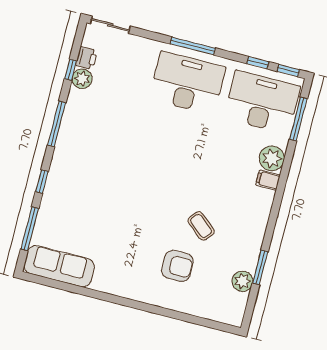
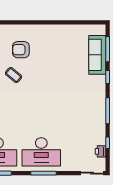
plant: (82, 79) -> (100, 139), removed
sofa: (59, 266) -> (97, 55), moved, turned 90

